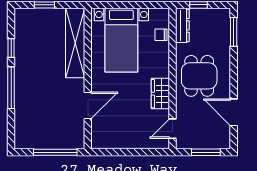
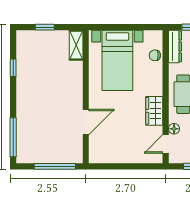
shelving: (75, 43) -> (76, 45), width x0.45, depth x0.75
window: (11, 88) -> (13, 137), moved
floor lamp: (181, 113) -> (174, 129), added

